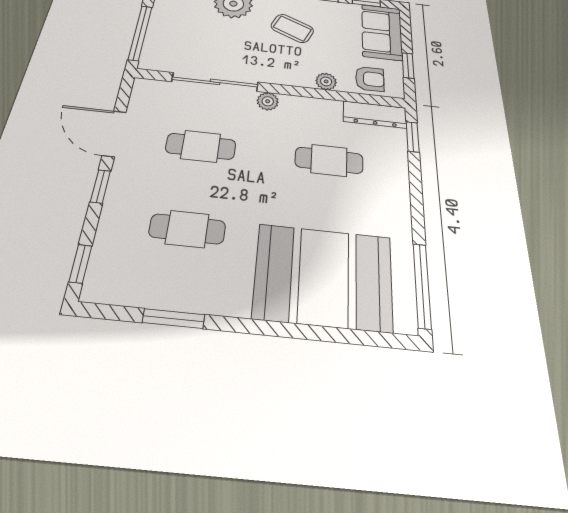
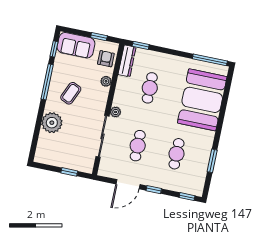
window: (140, 33) -> (69, 172), width x0.46

